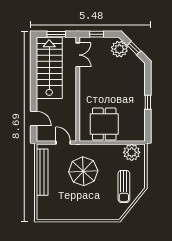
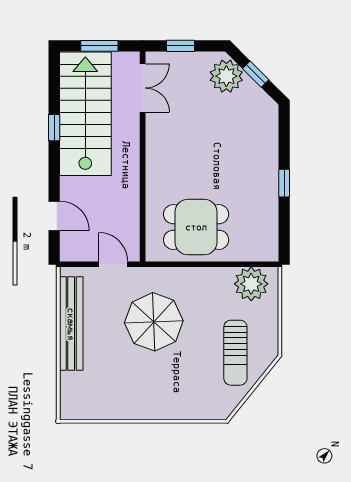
window: (34, 75) -> (54, 128), added
dining table: (104, 124) -> (196, 227), turned 90

